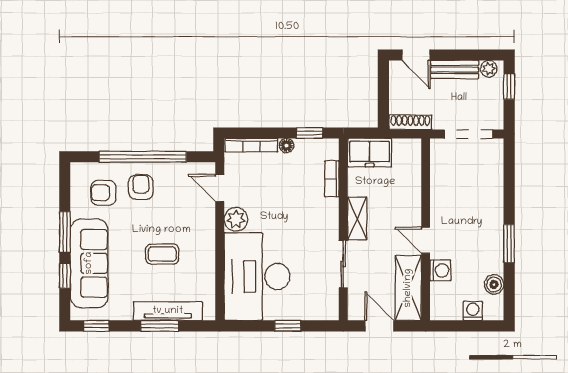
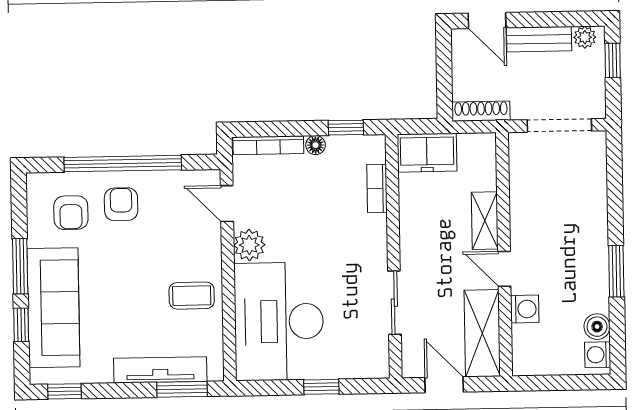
armchair: (103, 193) -> (71, 213), turned -90
shelving: (357, 218) -> (485, 221), moved
coffee table: (162, 254) -> (192, 296), moved
washing machine: (473, 311) -> (598, 355), moved, turned -90
window: (160, 326) -> (182, 389), moved

